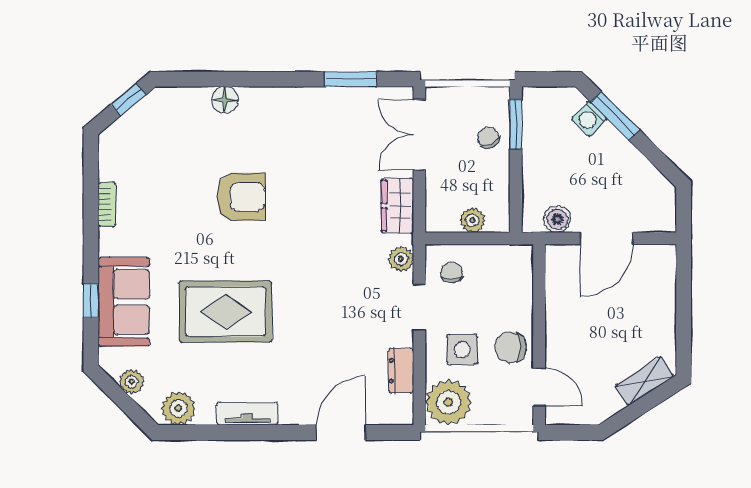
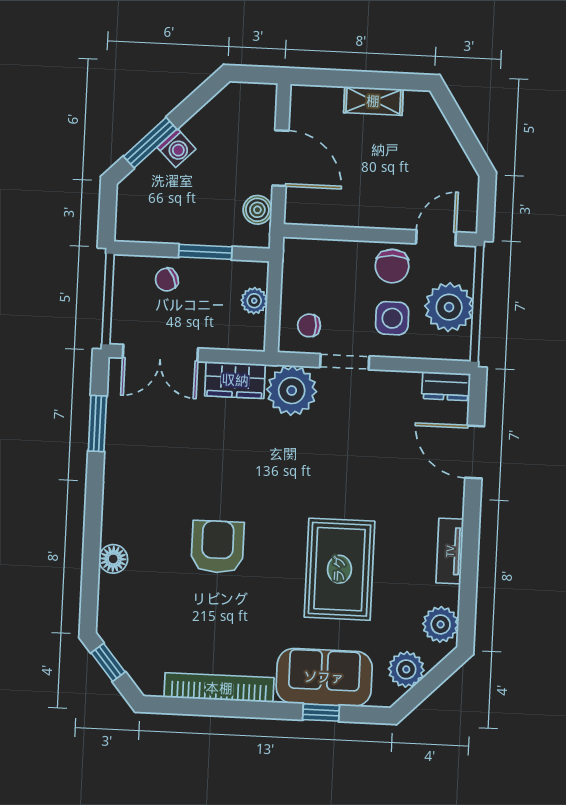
washing machine: (589, 119) -> (176, 148), moved
window: (516, 124) -> (205, 252), moved
bookcase: (107, 204) -> (219, 688), width x2.31, depth x1.31
plant: (401, 259) -> (292, 391), width x1.87, depth x1.87
dresser: (401, 371) -> (446, 386), moved
shelving: (645, 381) -> (373, 101), moved, turned -57
plant: (132, 382) -> (406, 669), width x1.38, depth x1.38
plant: (448, 402) -> (449, 307), moved

